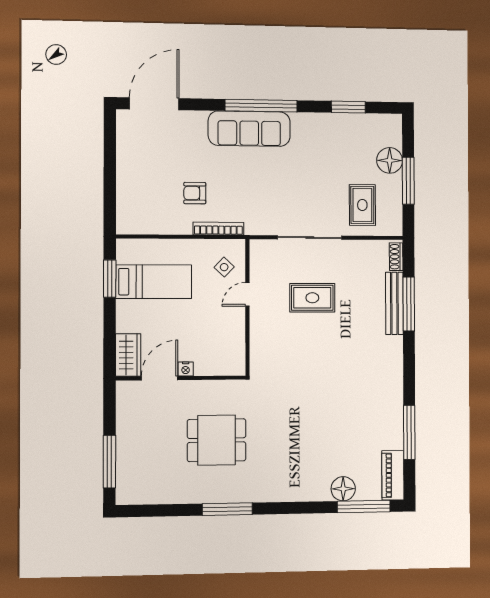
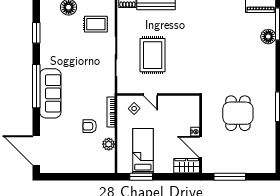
armchair: (195, 193) -> (90, 126), turned 90
plant: (165, 224) -> (109, 144), added
rug: (312, 298) -> (153, 55), width x1.36, depth x1.43
window: (109, 462) -> (230, 177), moved

